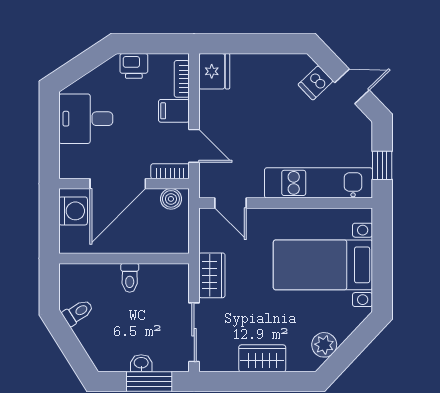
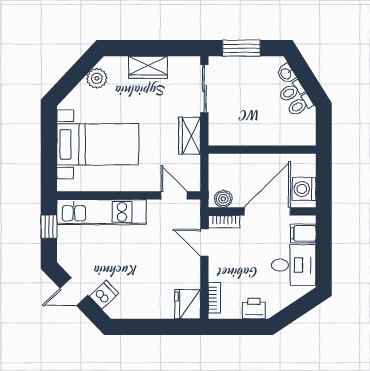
filing cabinet: (174, 111) -> (303, 233), moved, turned 180
toilet: (130, 278) -> (292, 91), moved, turned -122
washbasin: (141, 363) -> (286, 74), moved, turned 58

